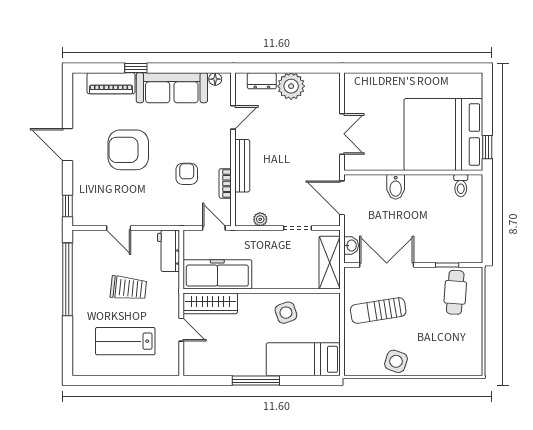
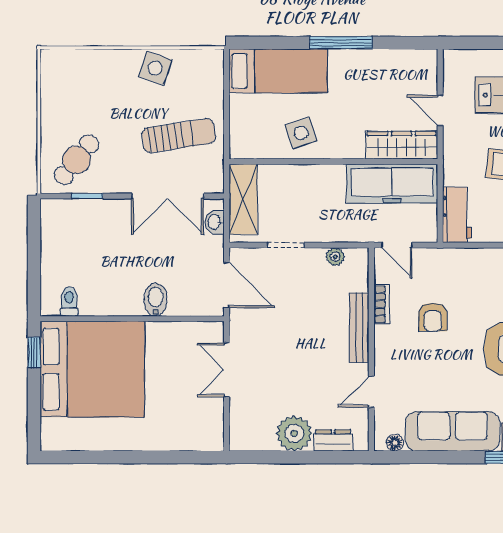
cafe table: (455, 292) -> (76, 160), turned 35

